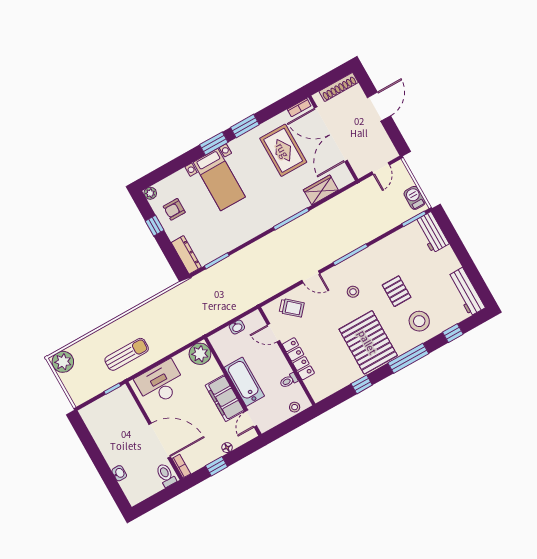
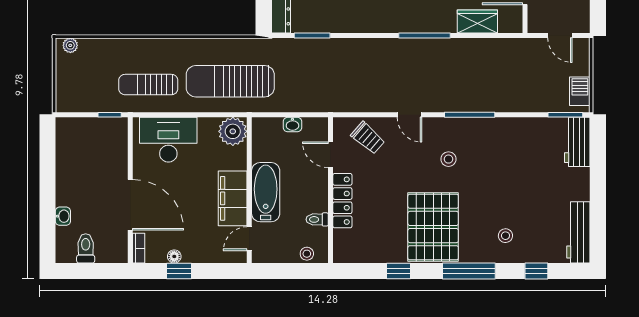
door: (381, 168) -> (560, 35), hinge flipped
pallet: (397, 291) -> (499, 187), removed
stool: (419, 321) -> (505, 236), width x0.53, depth x0.53
sun lounger: (180, 322) -> (230, 81), added
sun lounger: (127, 354) -> (148, 85), turned 180
plant: (63, 362) -> (70, 45), width x0.53, depth x0.53
floor lamp: (227, 448) -> (174, 256), moved
toilet: (166, 475) -> (86, 248), moved

